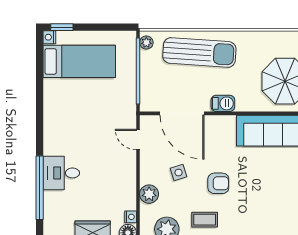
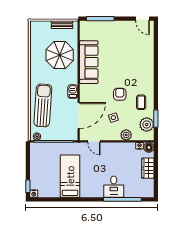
bed: (79, 61) -> (70, 176), moved
door: (138, 140) -> (94, 141), hinge flipped

